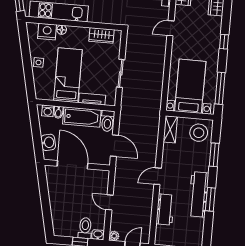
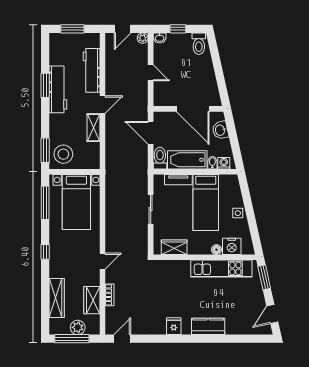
shelving: (170, 129) -> (94, 128), moved
window: (214, 155) -> (45, 150), moved
workbench: (165, 210) -> (92, 70), width x1.38
toilet: (85, 228) -> (199, 44), moved

